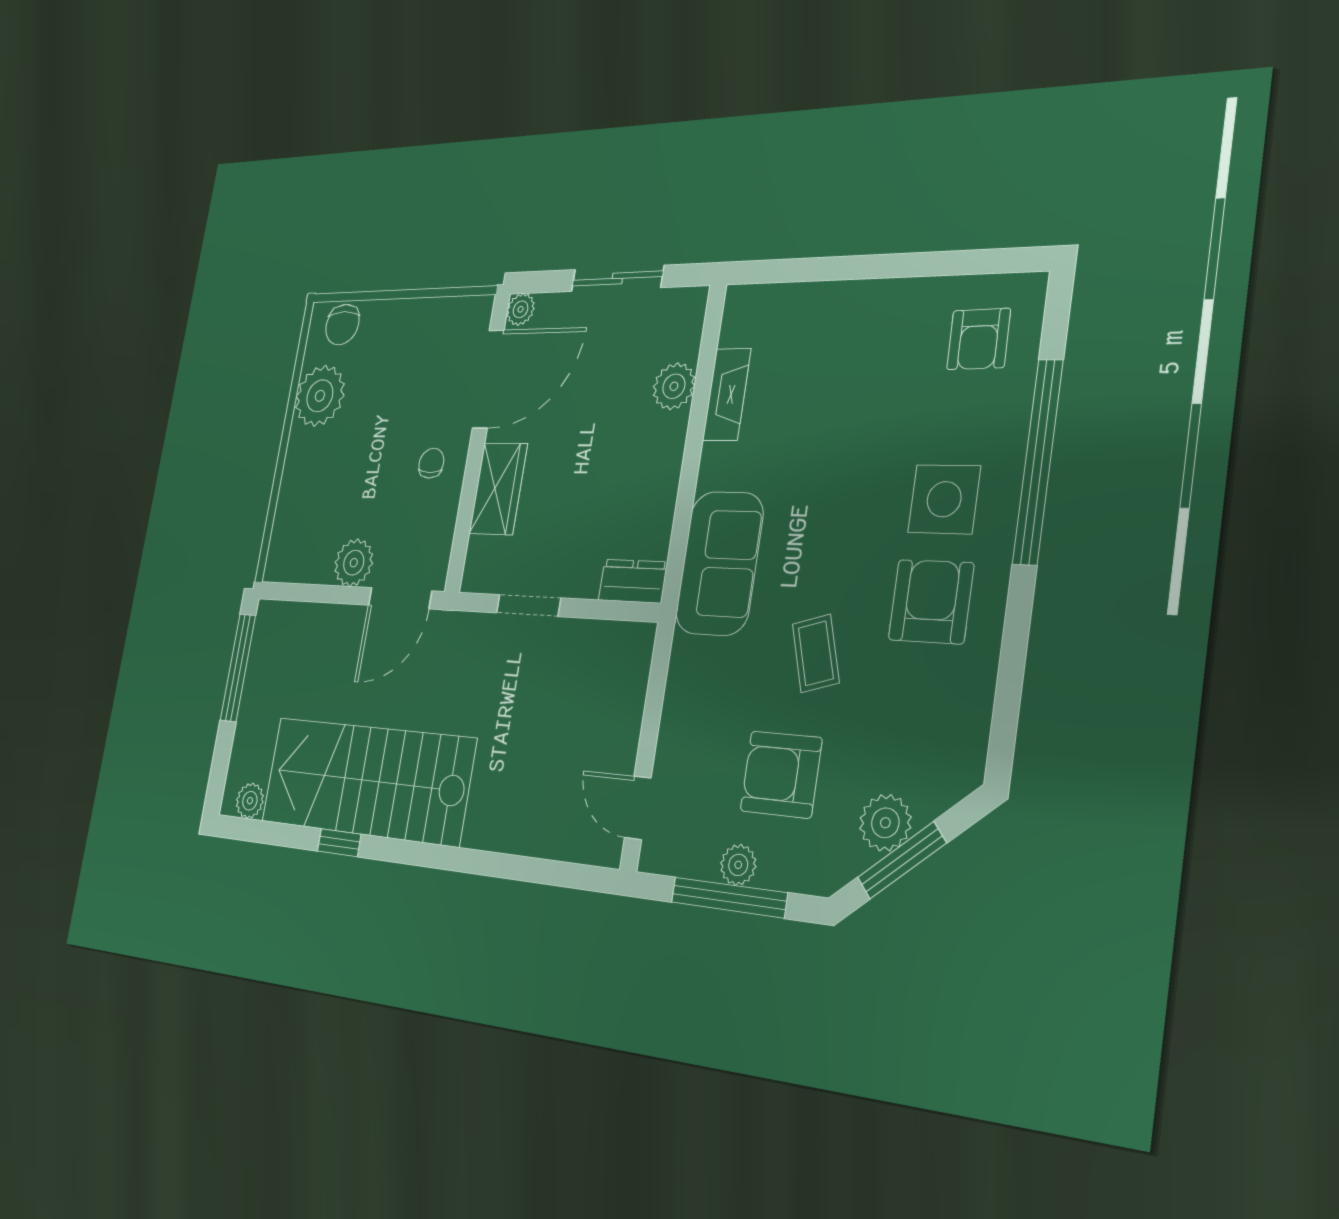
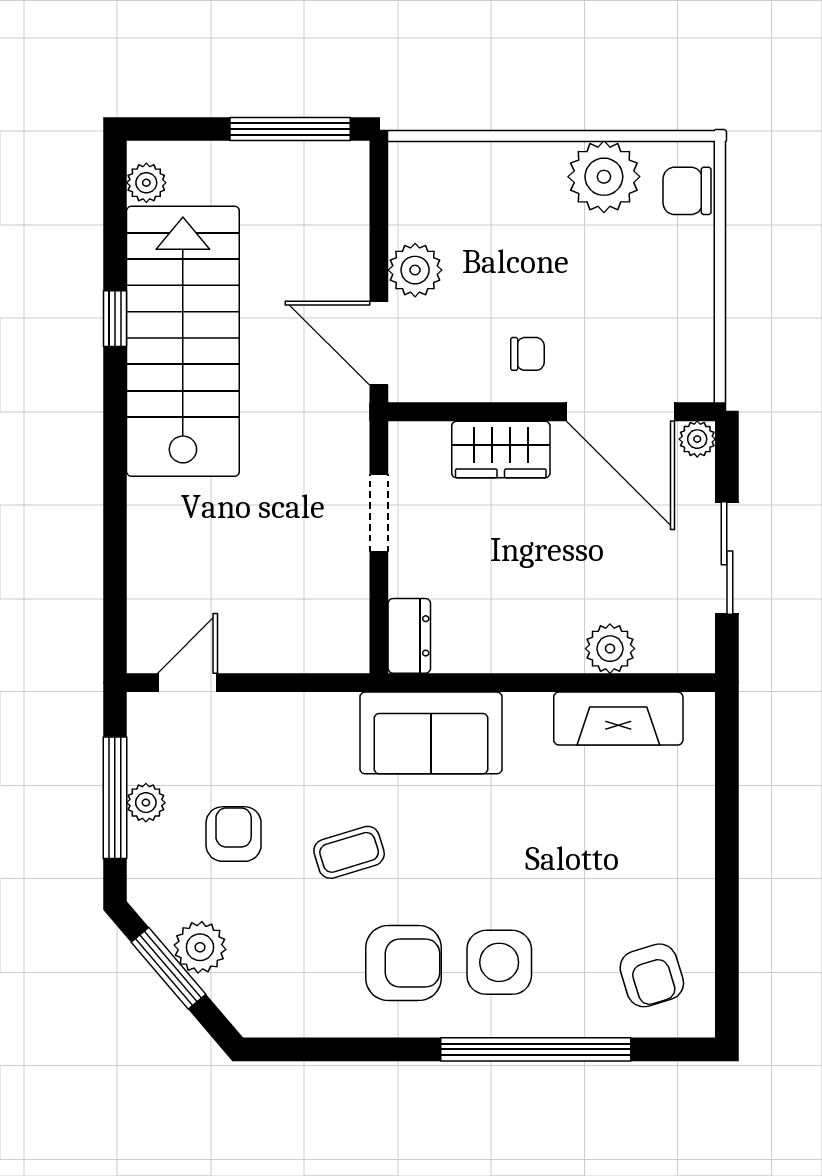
armchair: (979, 339) -> (652, 975), turned -106
fireplace: (727, 394) -> (618, 719), width x1.37, depth x1.32
armchair: (781, 774) -> (234, 834), width x0.72, depth x0.72

